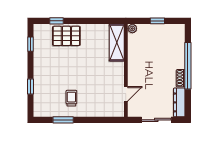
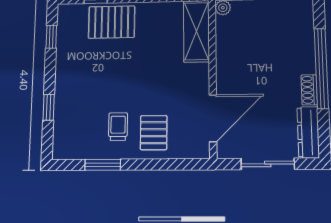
door: (126, 94) -> (213, 118), width x1.88
pallet: (92, 102) -> (154, 133), added

